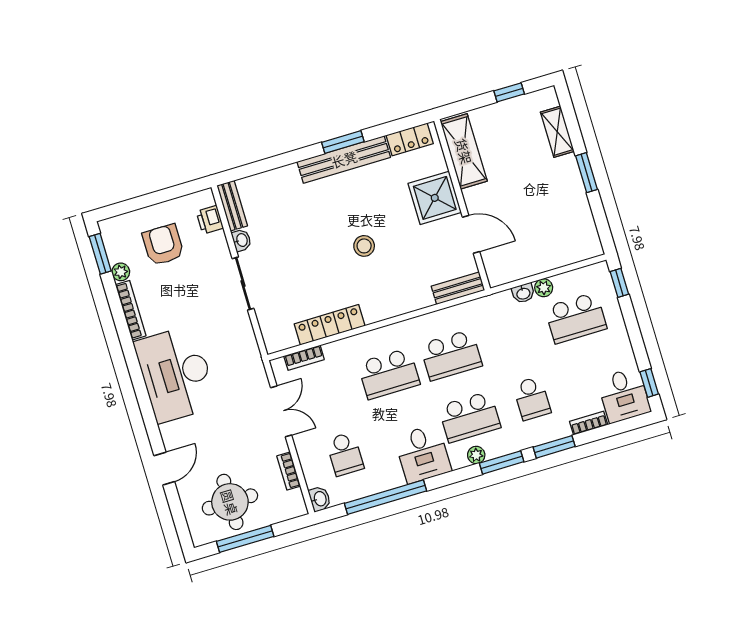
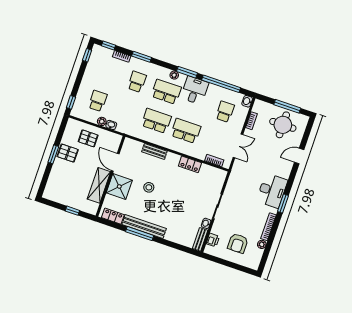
window: (509, 92) -> (72, 211), moved
shelving: (557, 132) -> (53, 178), removed
window: (343, 142) -> (140, 234), width x1.44
shelving: (464, 151) -> (99, 185), moved
pallet: (564, 192) -> (68, 153), added
pallet: (546, 242) -> (88, 138), added
stool: (364, 246) -> (149, 187), moved
window: (100, 254) -> (283, 204), moved
bench: (458, 288) -> (154, 151), moved
school desk: (576, 318) -> (98, 101), width x0.54
locker: (330, 325) -> (190, 164), width x0.66
desk: (176, 374) -> (272, 191), width x0.73, depth x0.77
desk: (624, 395) -> (100, 58), removed
double door: (281, 411) -> (238, 146), swing flipped
window: (624, 426) -> (109, 45), added
window: (502, 462) -> (187, 72), moved

